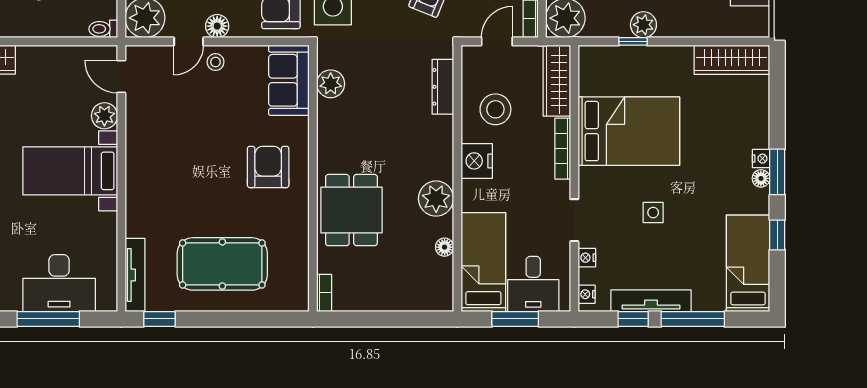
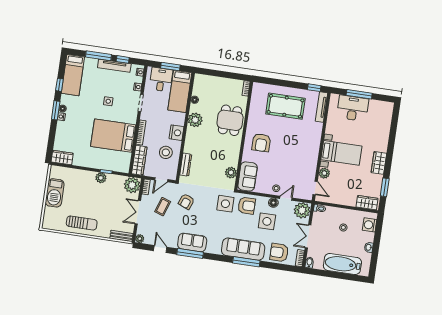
wardrobe: (732, 60) -> (62, 158), width x0.67

